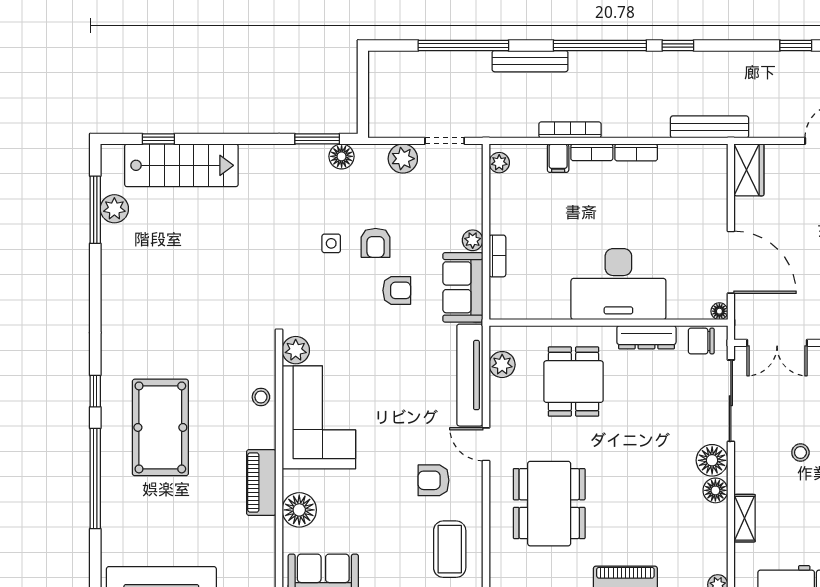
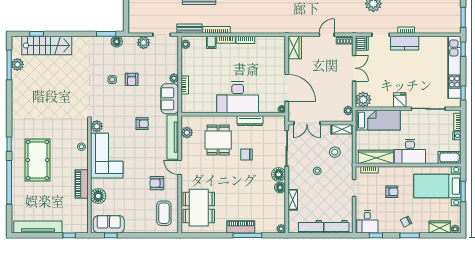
bench: (710, 127) -> (189, 29), moved, width x0.73
armchair: (397, 290) -> (142, 124), moved
chair: (701, 341) -> (246, 154), moved
dining table: (549, 504) -> (199, 208), moved

